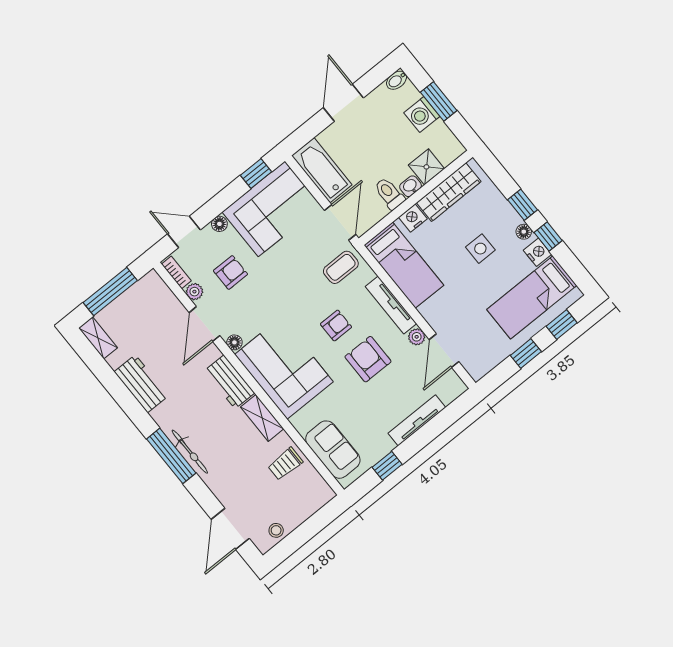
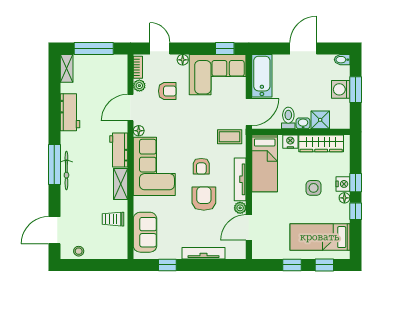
nightstand: (538, 252) -> (343, 184), moved
armchair: (336, 326) -> (201, 166), turned 90

